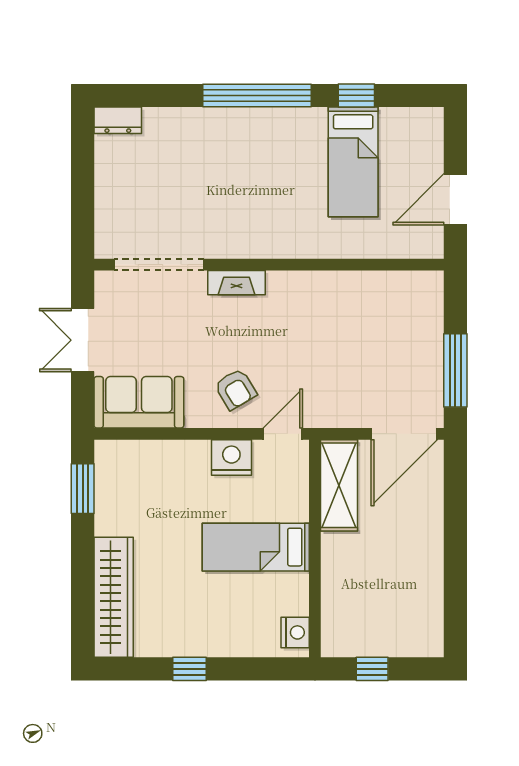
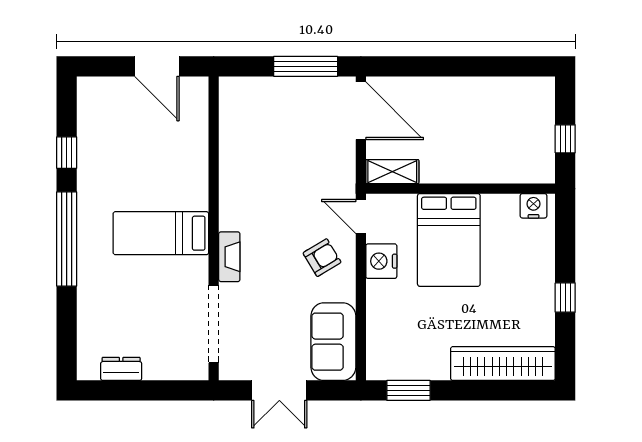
dresser: (118, 120) -> (121, 369), moved, turned -90
bed: (353, 162) -> (161, 233), moved, turned 180
shelving: (339, 485) -> (392, 172), width x0.67, depth x0.75
bed: (256, 547) -> (449, 240), width x1.50

